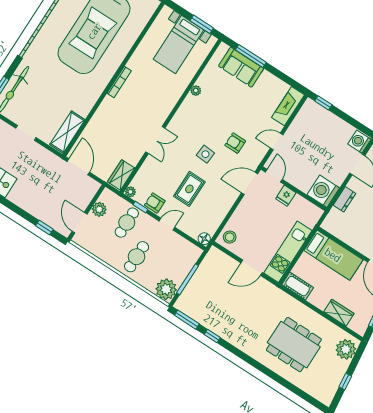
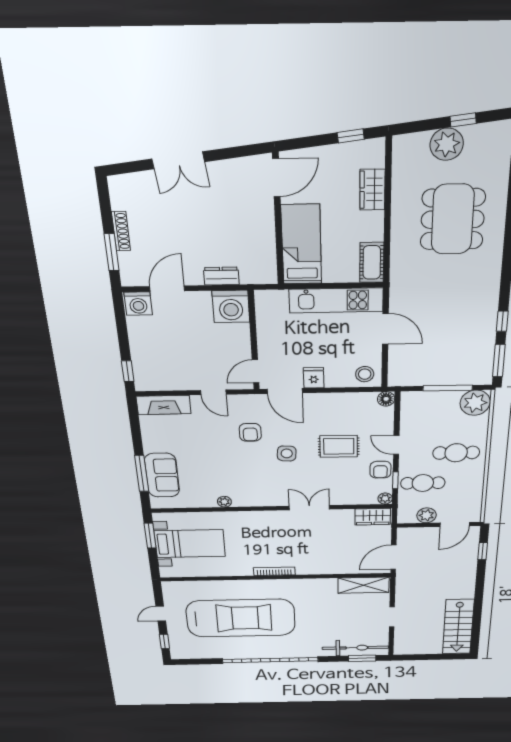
fridge: (286, 196) -> (314, 378), moved, turned -90
plant: (346, 349) -> (447, 144), moved

